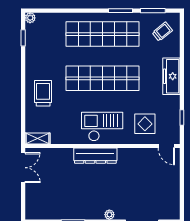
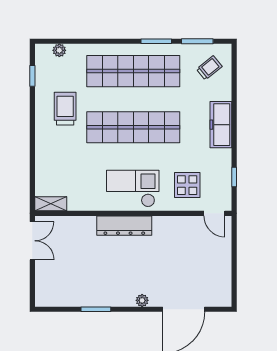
plant: (30, 18) -> (59, 50), moved
trolley: (43, 93) -> (65, 109), moved

